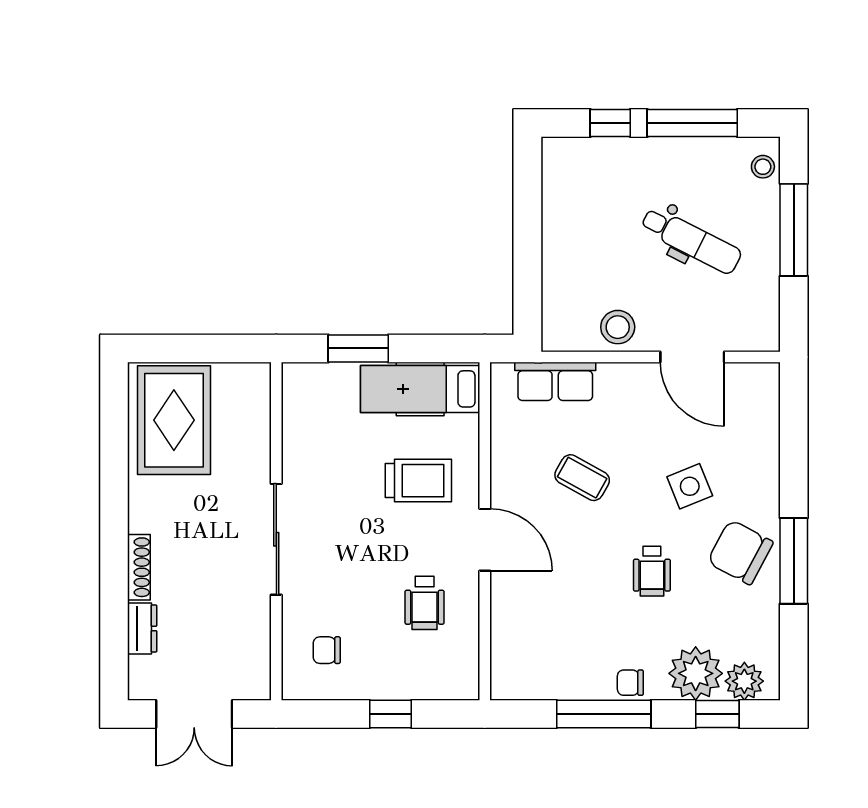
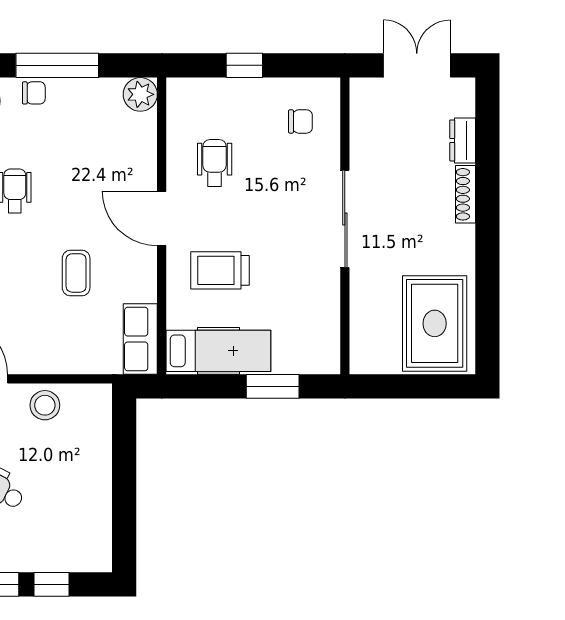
row of seats: (555, 381) -> (140, 339), moved, turned -90
coffee table: (582, 478) -> (76, 273), turned 61
plant: (509, 681) -> (140, 94), added

